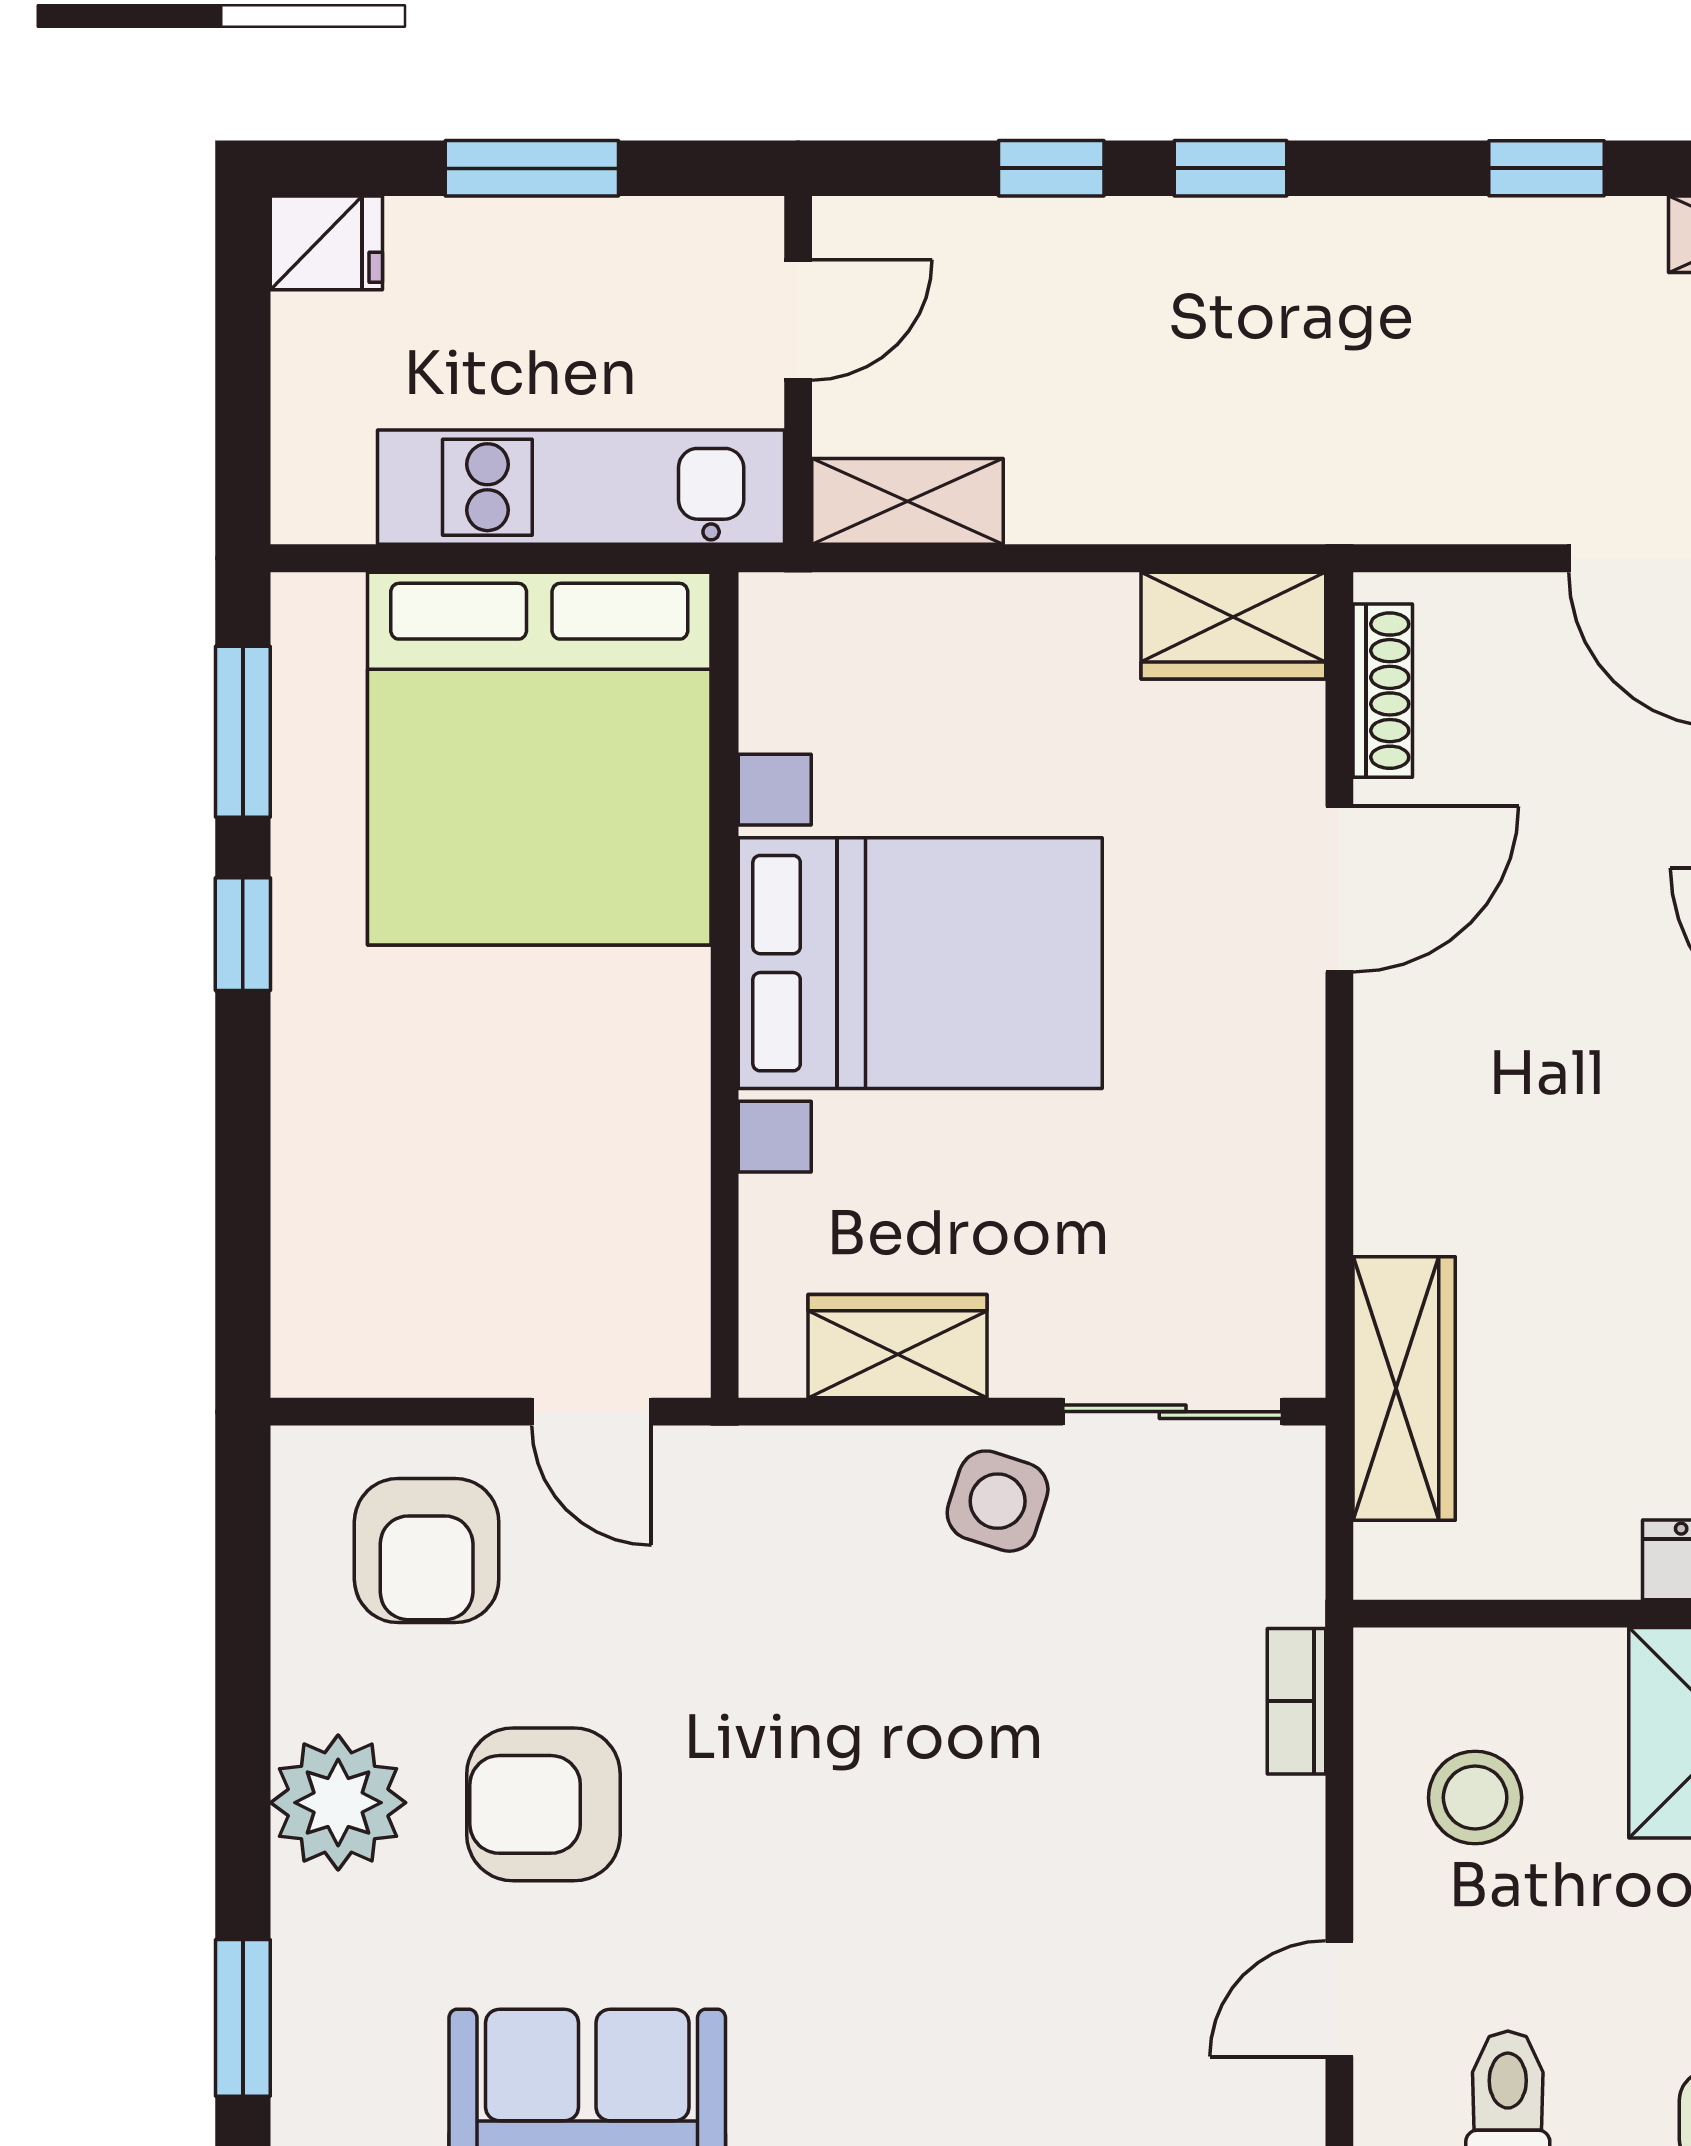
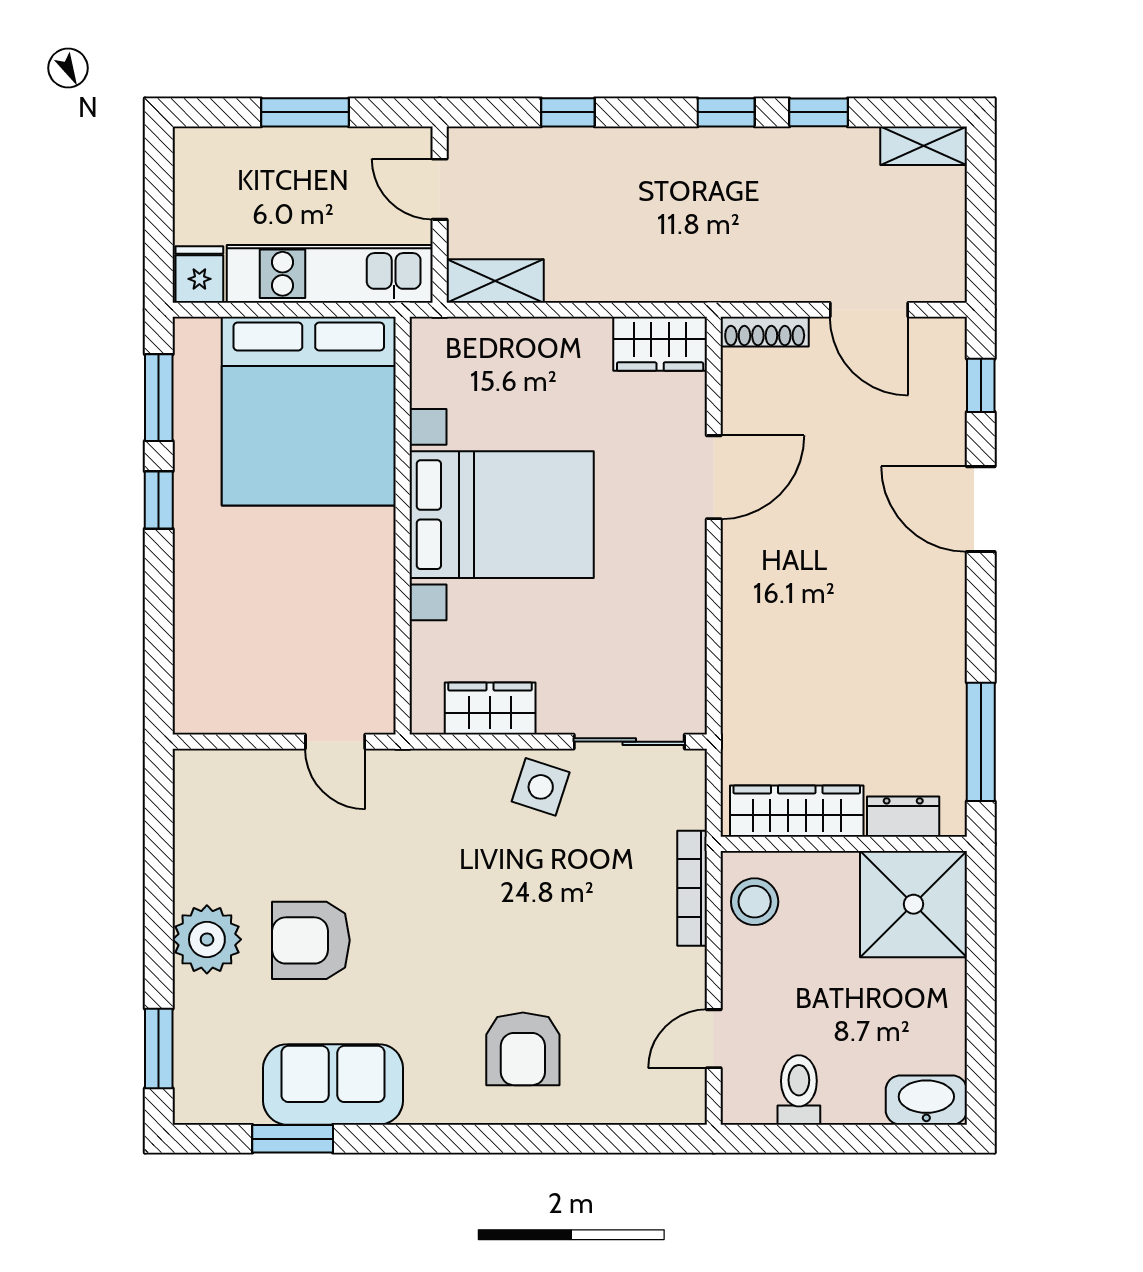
window: (1231, 168) -> (726, 112), moved
fridge: (326, 243) -> (199, 274), moved, turned -90
door: (798, 320) -> (440, 189), swing flipped
shoe rack: (1383, 691) -> (765, 332), moved, turned 90
wardrobe: (1404, 1389) -> (797, 811), moved, turned -90
armchair: (427, 1551) -> (523, 1049), moved
bookcase: (1297, 1701) -> (692, 888), width x1.56
stool: (1475, 1798) -> (755, 902), moved

